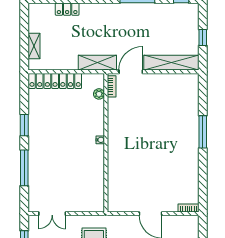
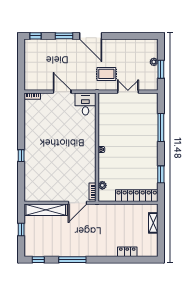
shelving: (97, 63) -> (104, 210), removed
window: (24, 125) -> (161, 174), moved
window: (203, 132) -> (21, 156), width x0.46
desk: (121, 198) -> (85, 104), added
double door: (52, 214) -> (128, 92), moved

